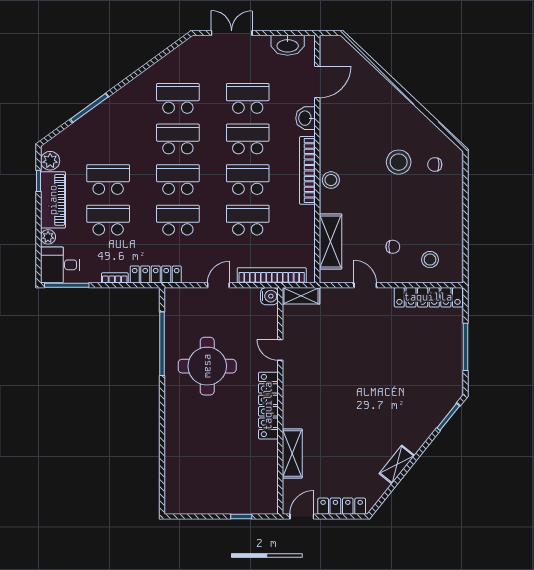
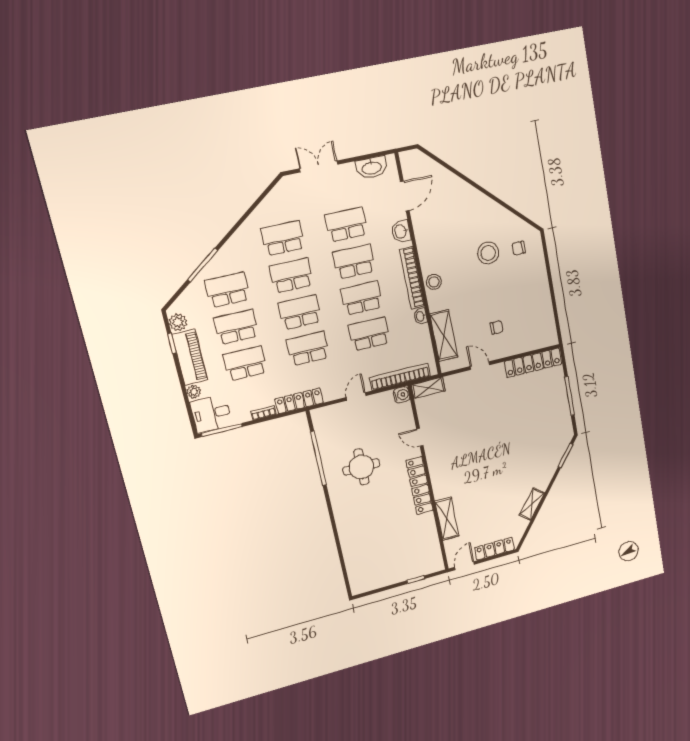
school desk: (108, 139) -> (227, 290), added
washbasin: (308, 214) -> (420, 316), added
stool: (430, 260) -> (529, 331), removed
round table: (207, 366) -> (361, 467), width x0.73, depth x0.73

